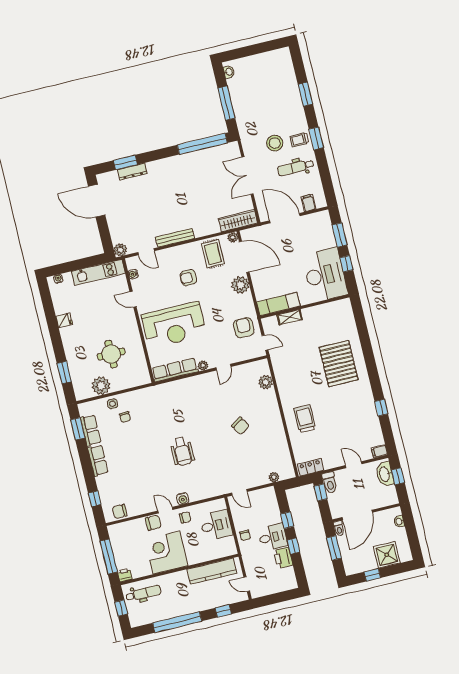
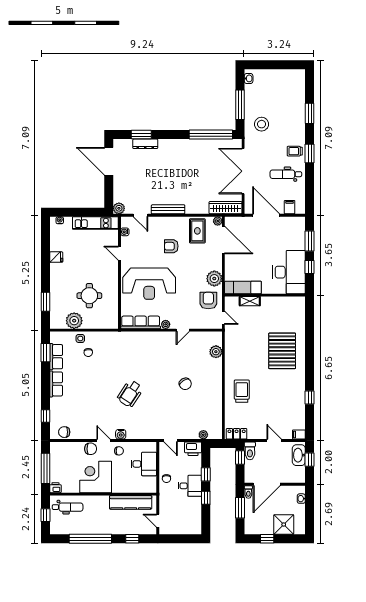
stool: (275, 143) -> (262, 124), moved
double door: (247, 176) -> (243, 171), width x1.36
plant: (240, 285) -> (214, 279), moved
wheelchair: (182, 451) -> (130, 394), turned 33
printer: (283, 558) -> (193, 449), moved, turned -90

